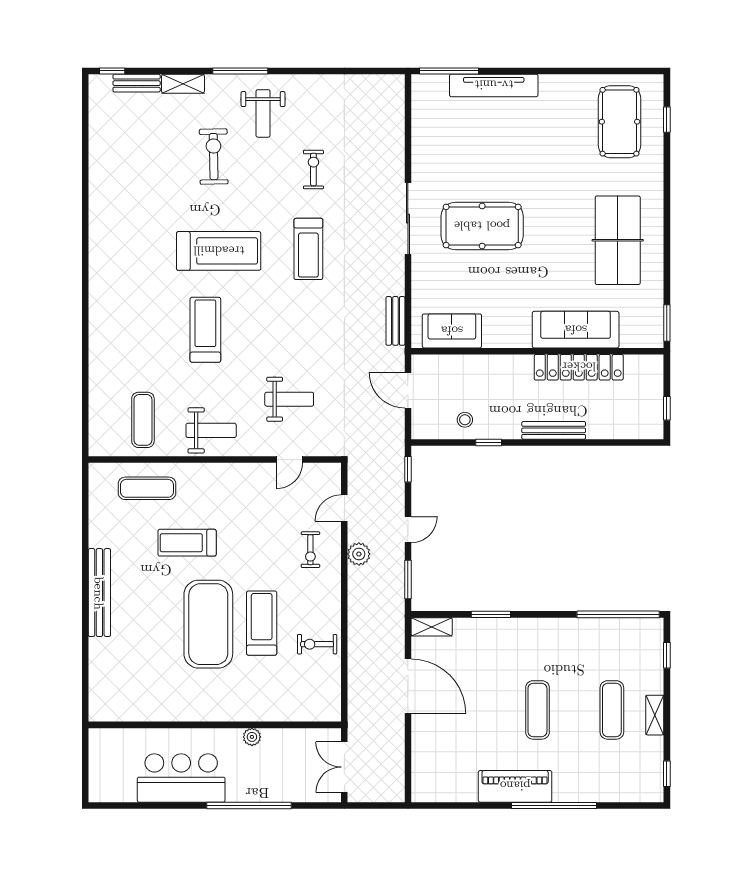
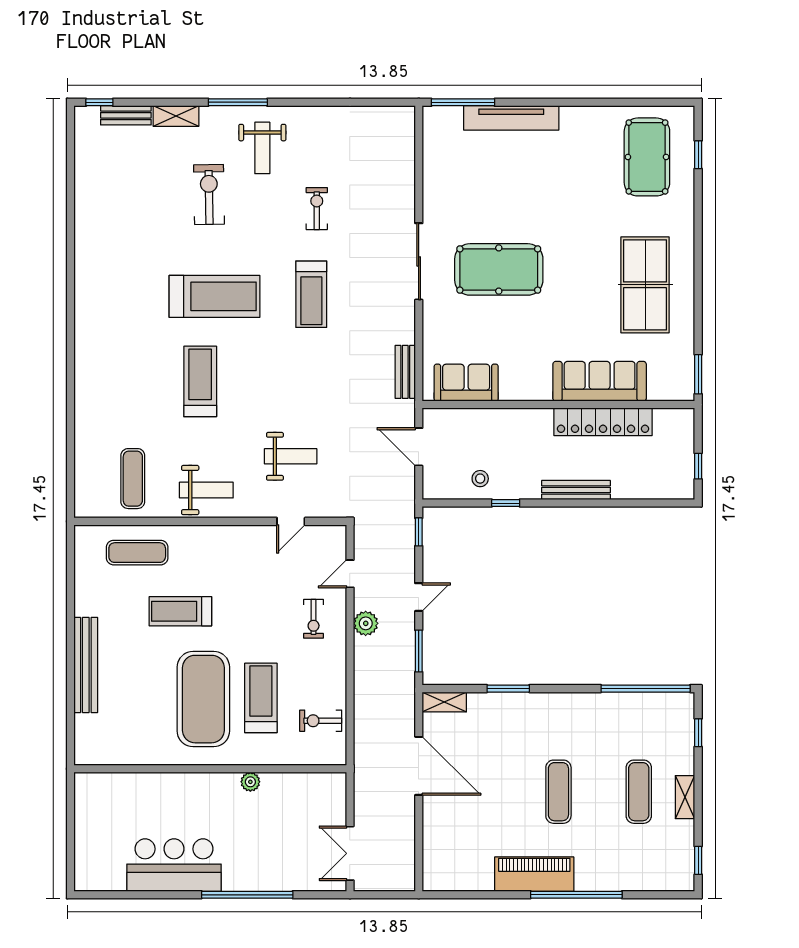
wall: (215, 725) -> (210, 769), moved
plant: (252, 737) -> (250, 782), moved

